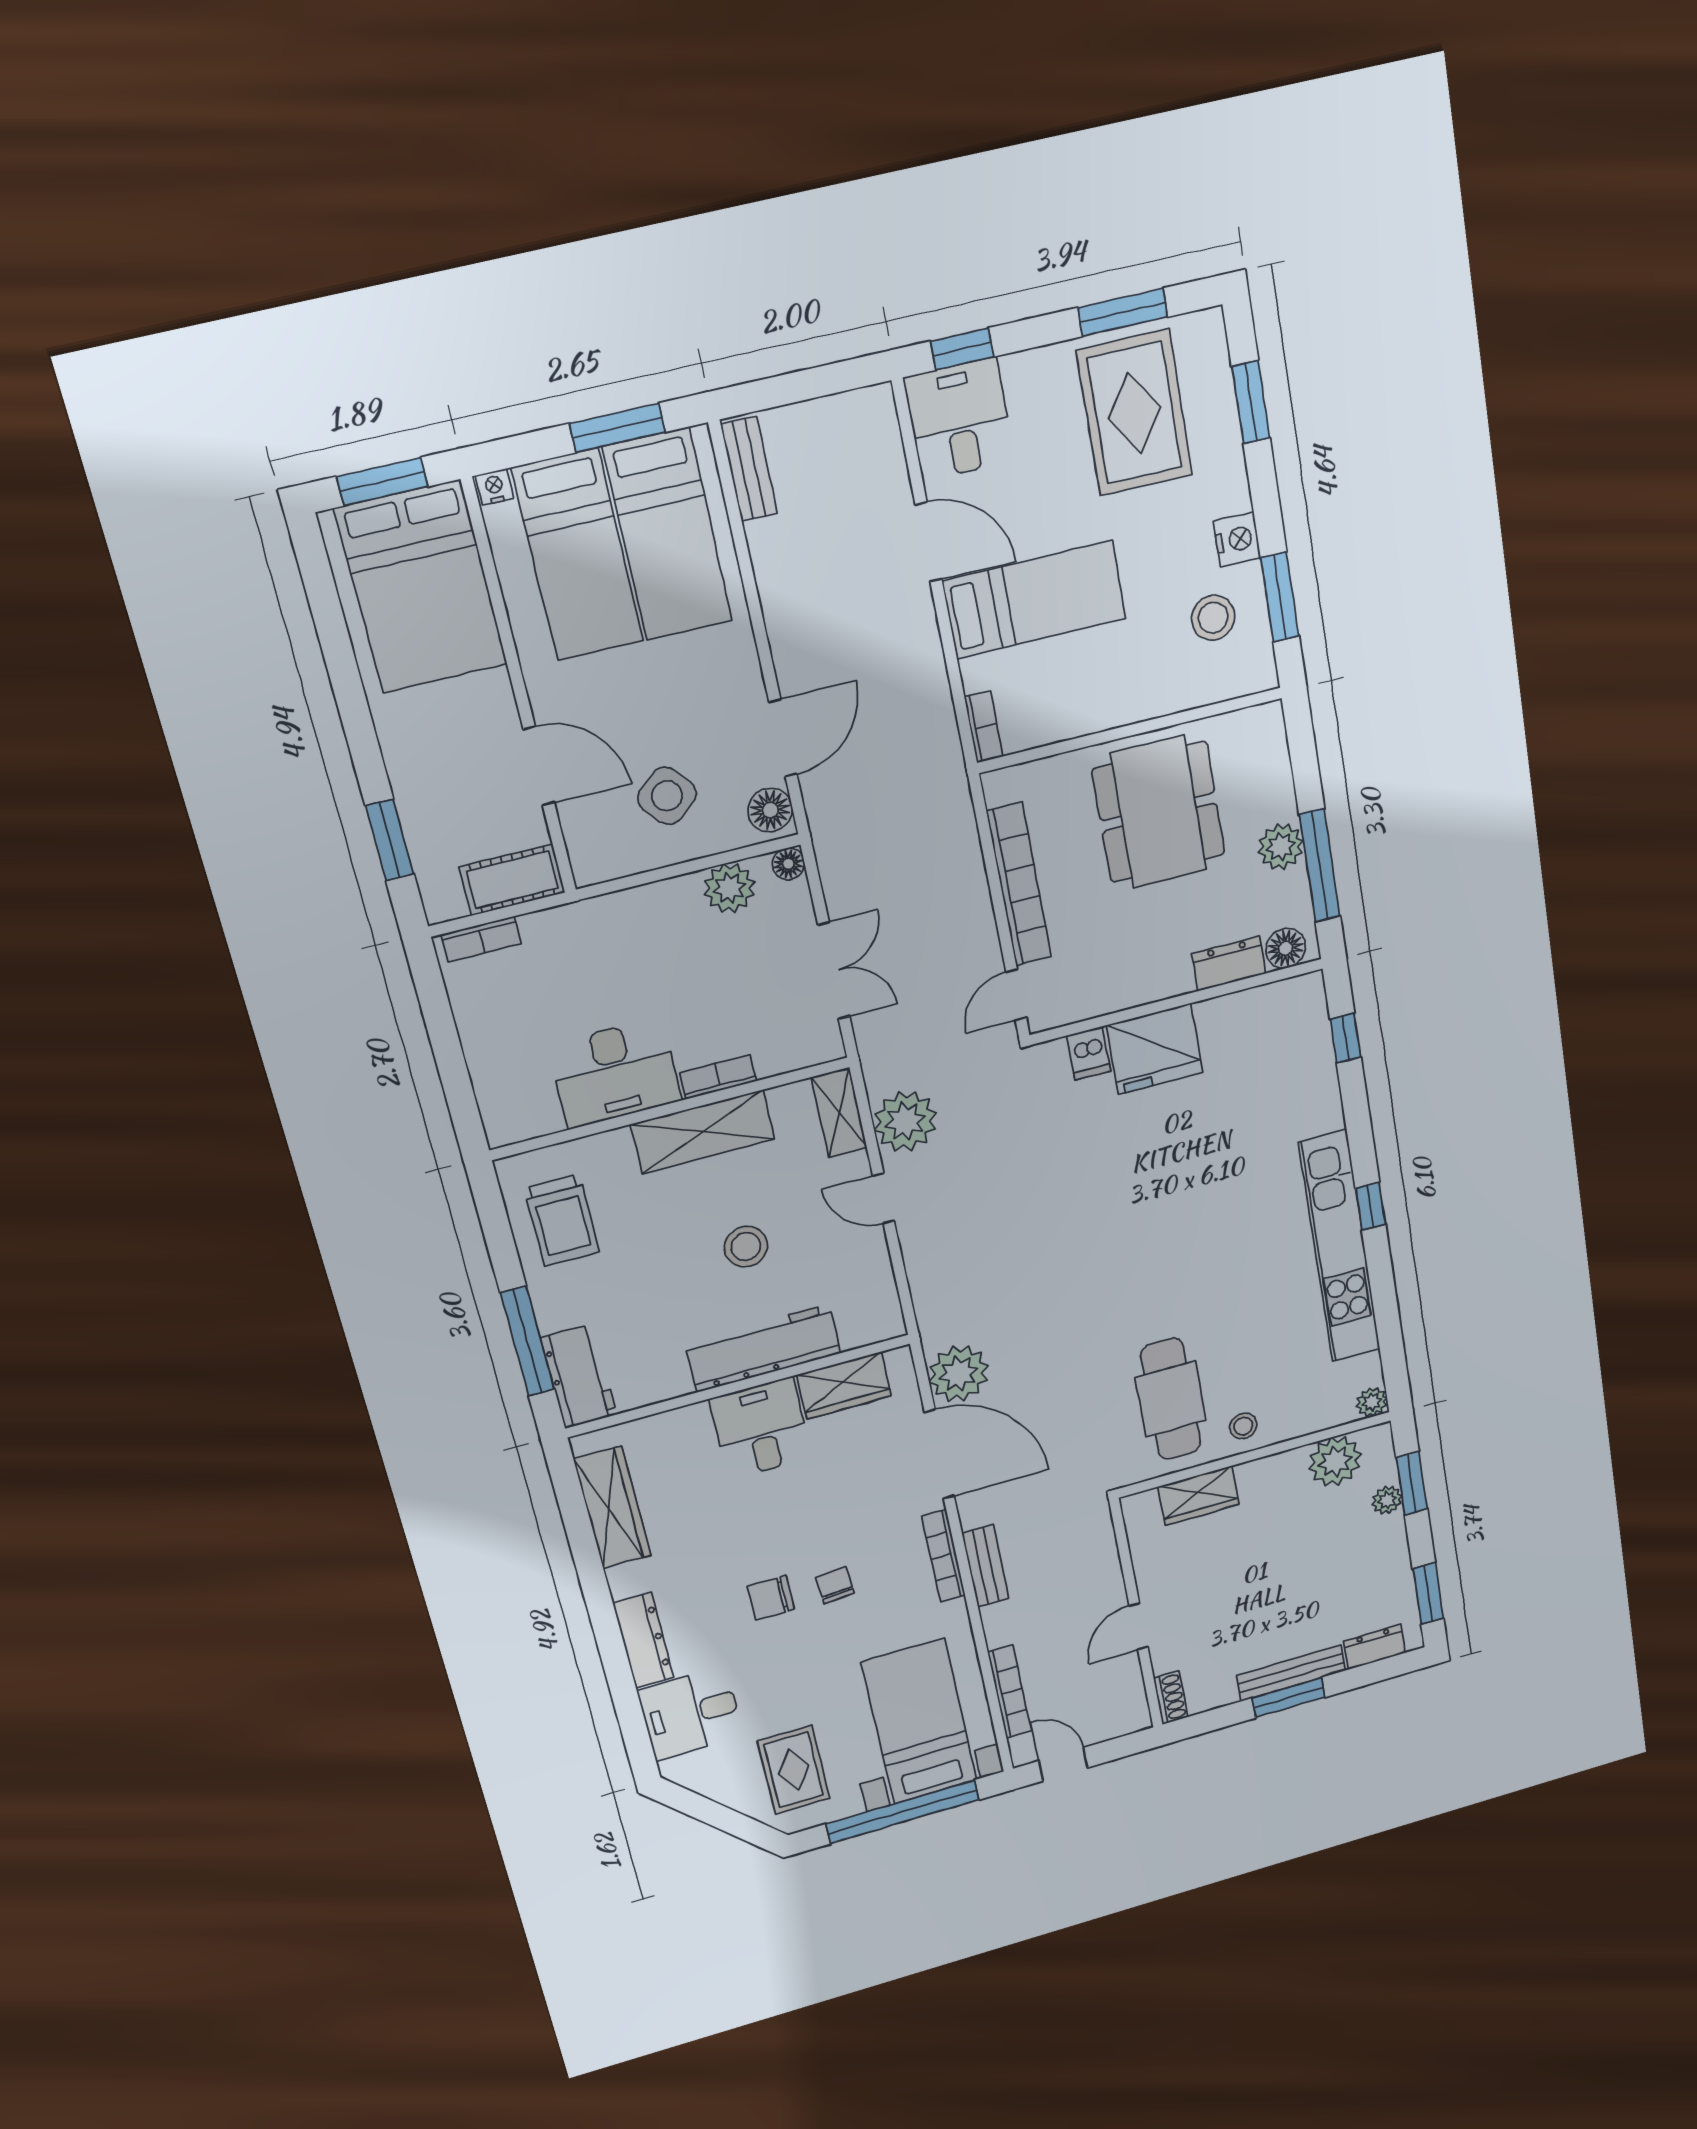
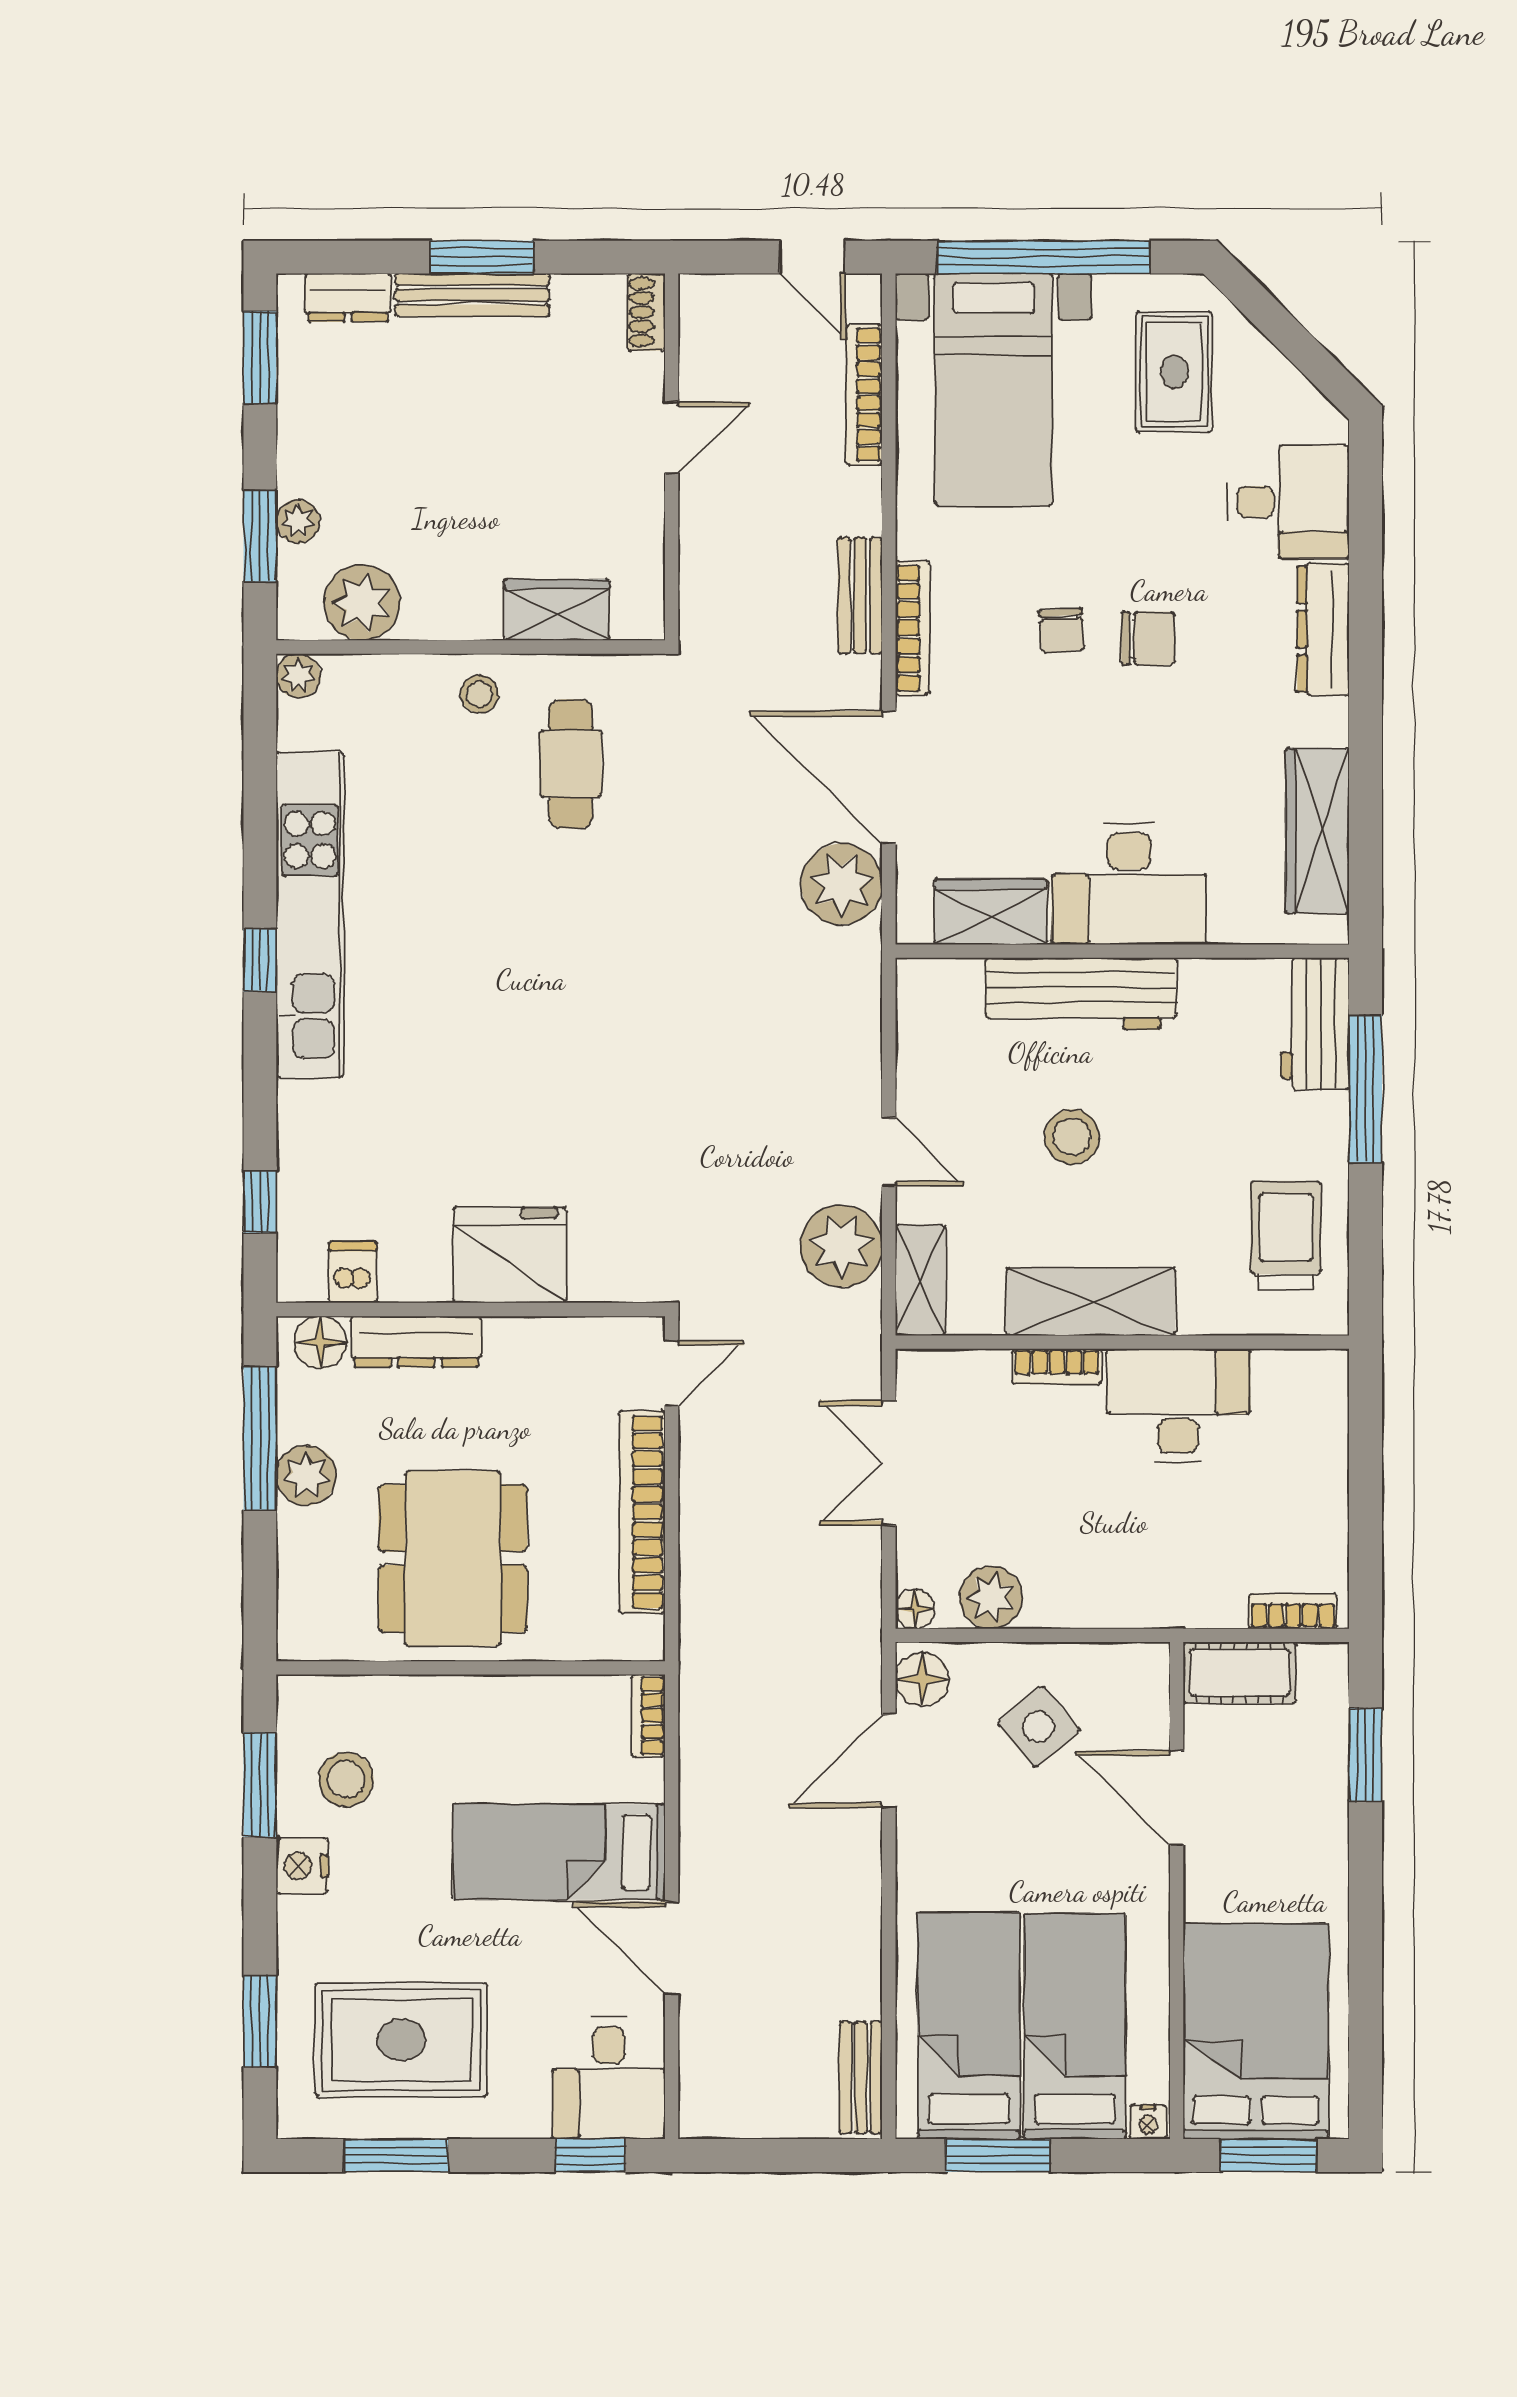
rug: (1134, 413) -> (402, 2040), turned 90
dresser: (1229, 964) -> (416, 1342), width x1.44
dishwasher: (1089, 1053) -> (353, 1272), moved
cafe table: (1171, 1399) -> (571, 764), width x0.73, depth x0.74
desk: (761, 1428) -> (1129, 884), width x1.37

